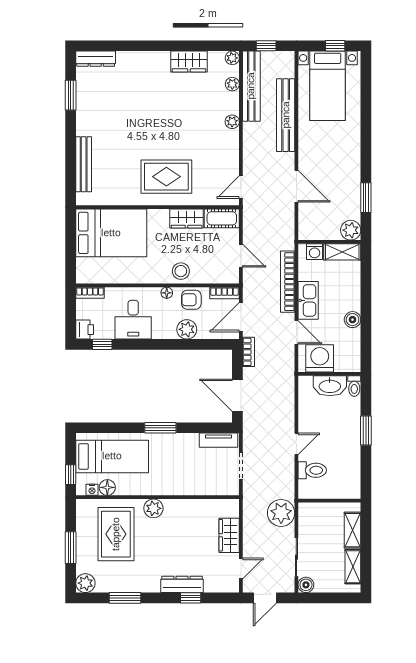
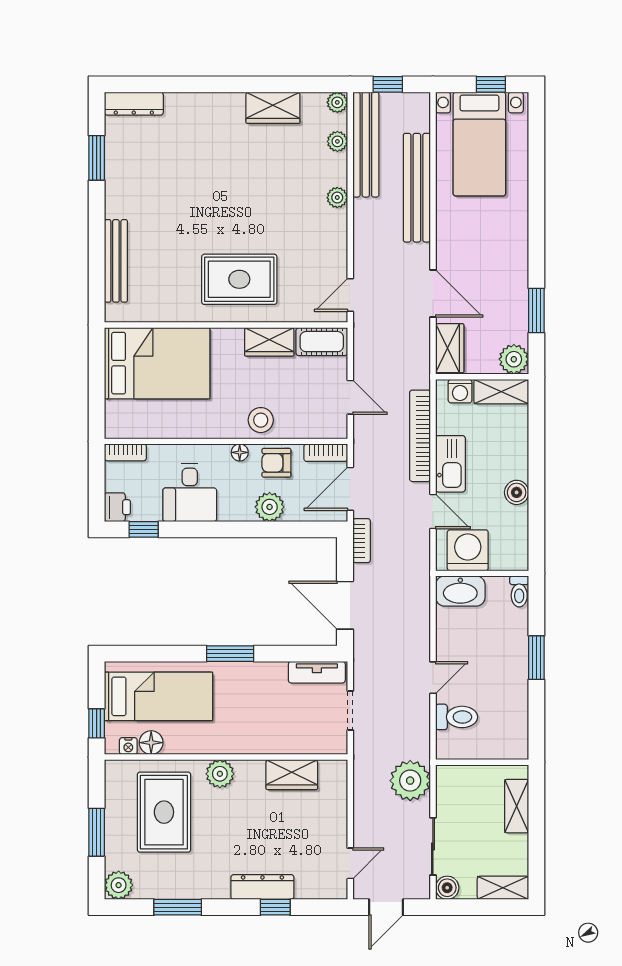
wardrobe: (308, 223) -> (450, 348), added
washbasin: (330, 386) -> (460, 591), moved
wardrobe: (229, 535) -> (292, 775), moved, turned -90
shelving: (353, 567) -> (503, 888), moved, turned 90

